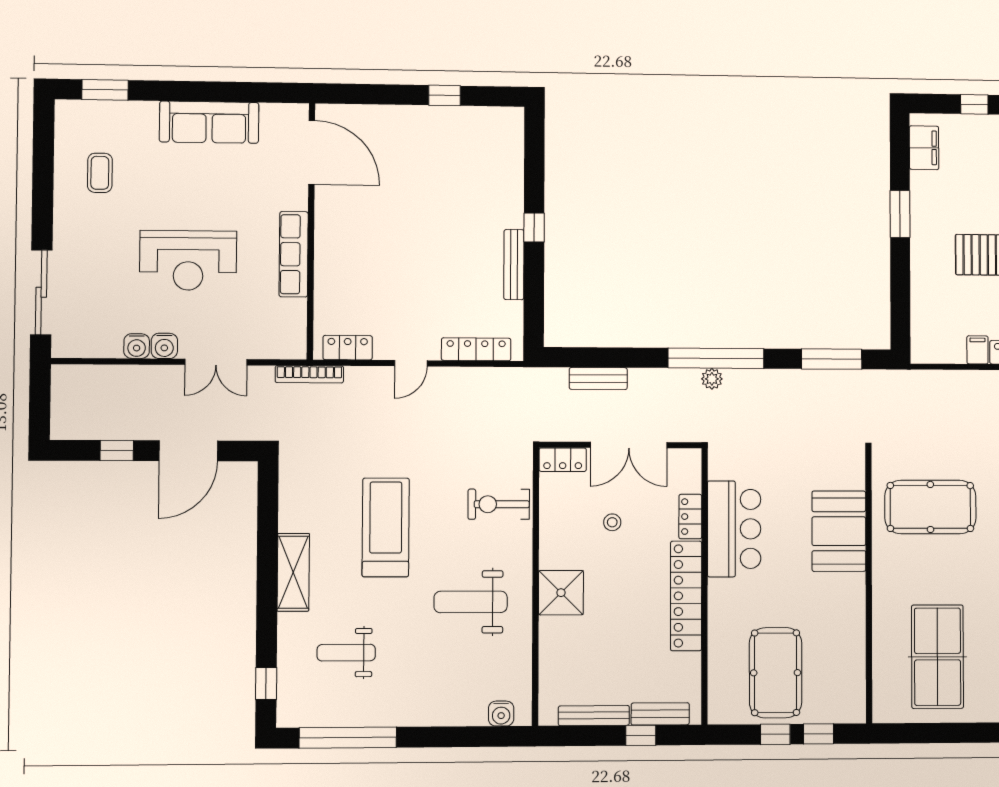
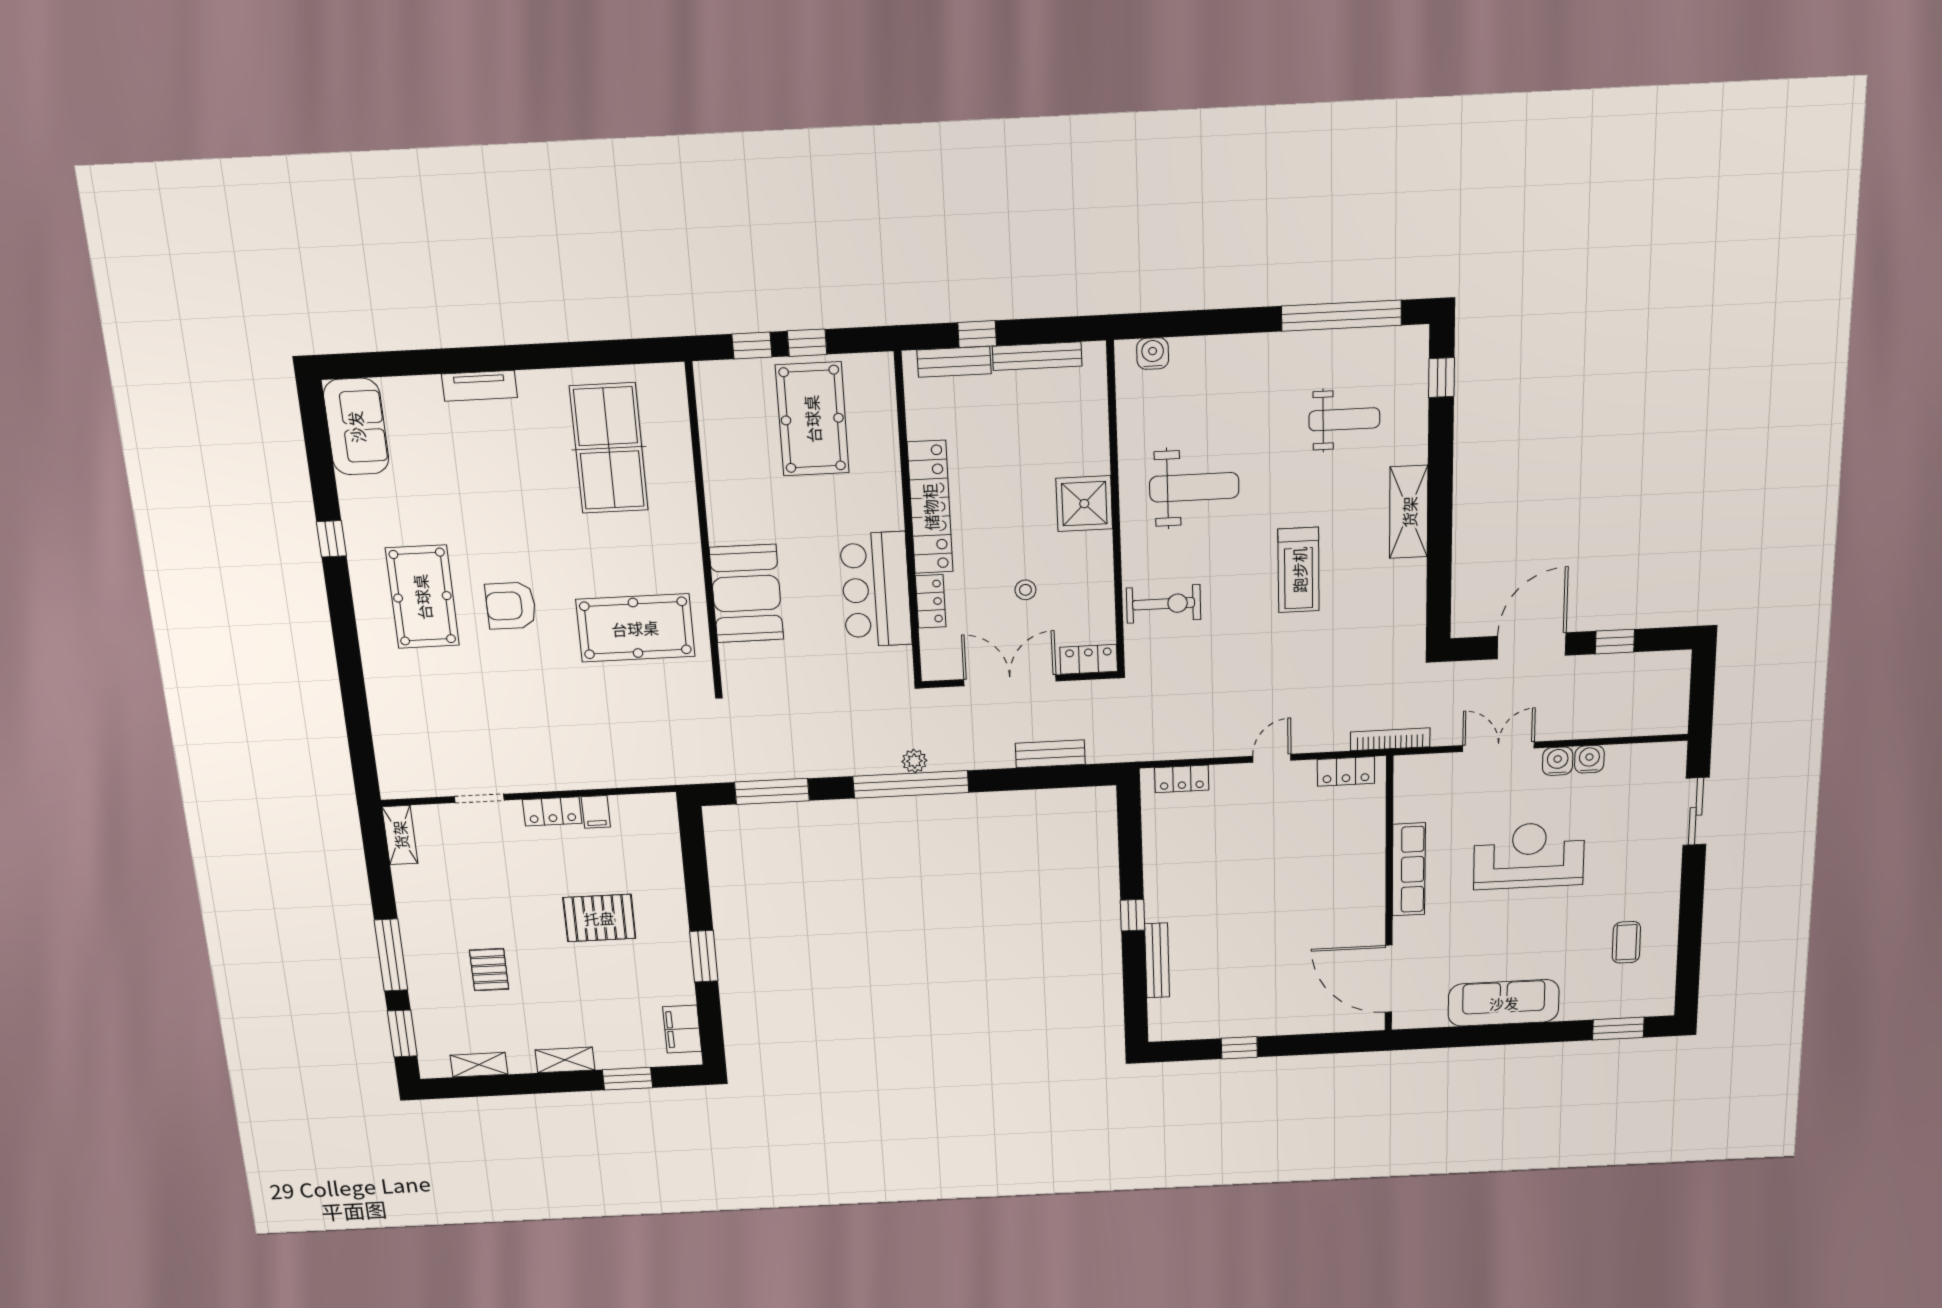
window: (974, 104) -> (627, 1079), width x1.50
bench: (514, 265) -> (1157, 960), moved
sliding door: (41, 292) -> (1696, 811), width x0.73
locker: (476, 349) -> (1182, 779), width x0.66
treadmill: (386, 527) -> (1299, 570), width x0.73, depth x0.73

